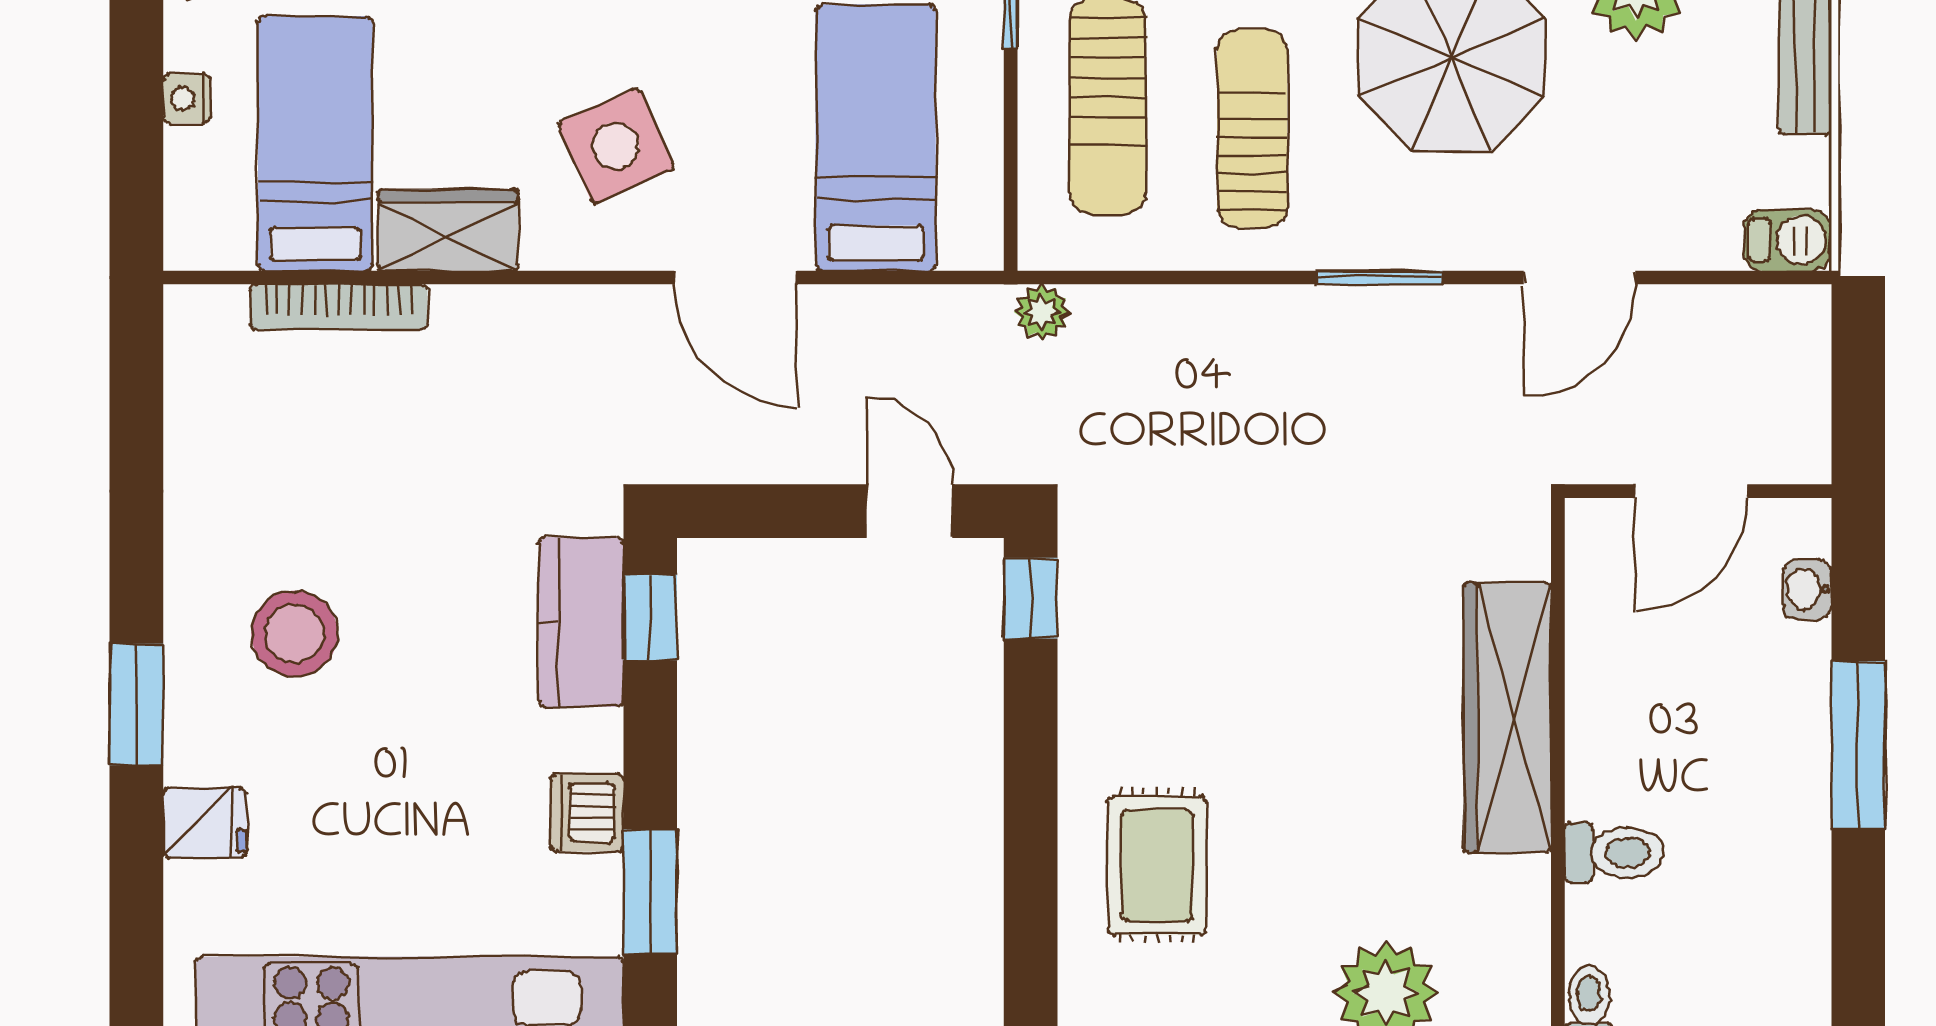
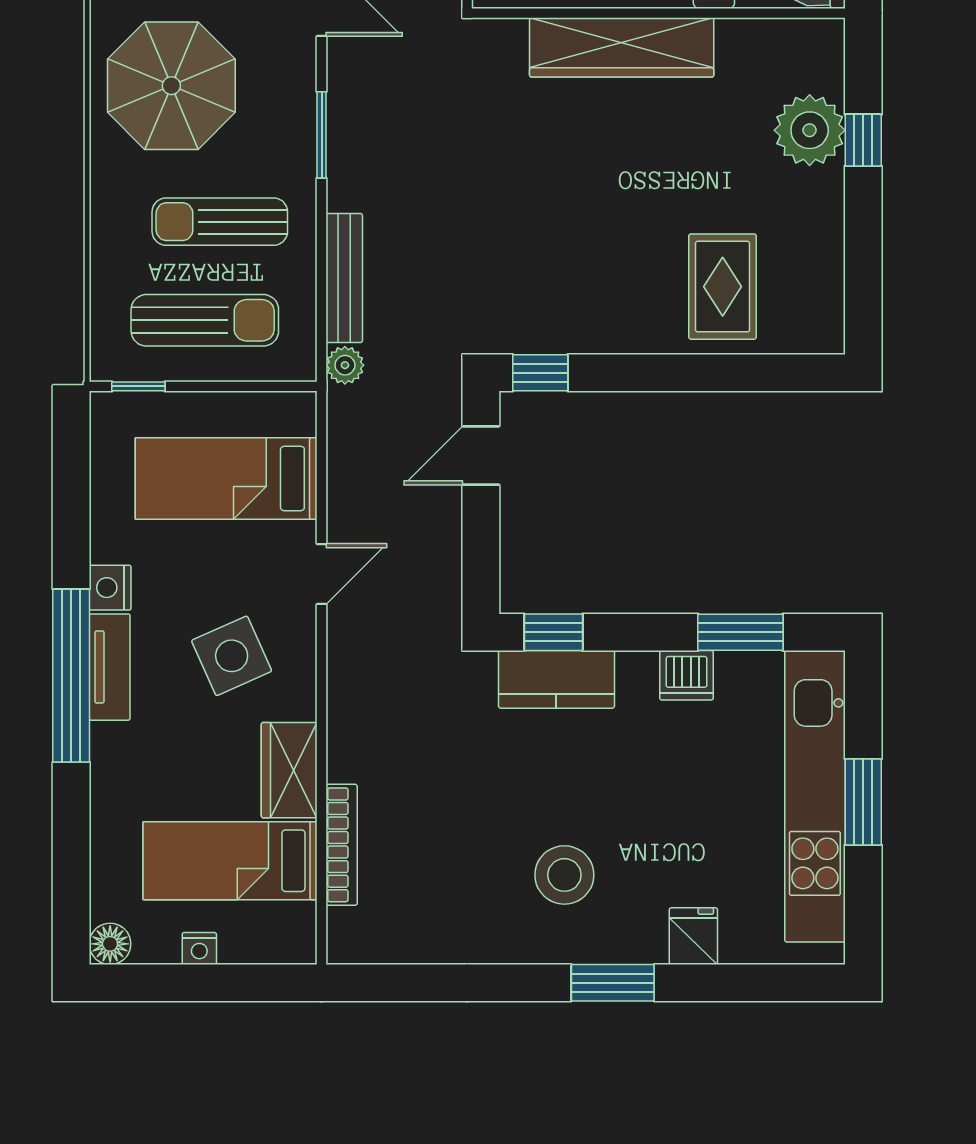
door: (736, 278) -> (322, 574), width x0.73
bench: (1170, 311) -> (344, 278), added
rug: (1157, 865) -> (723, 287), turned 90

